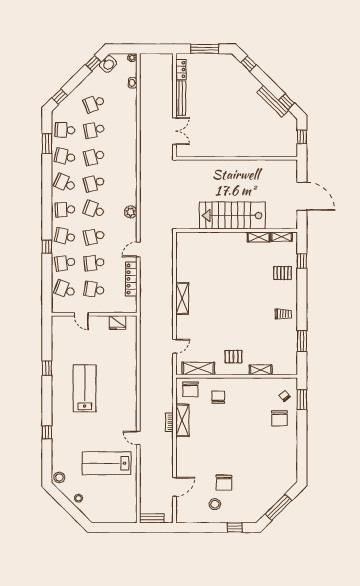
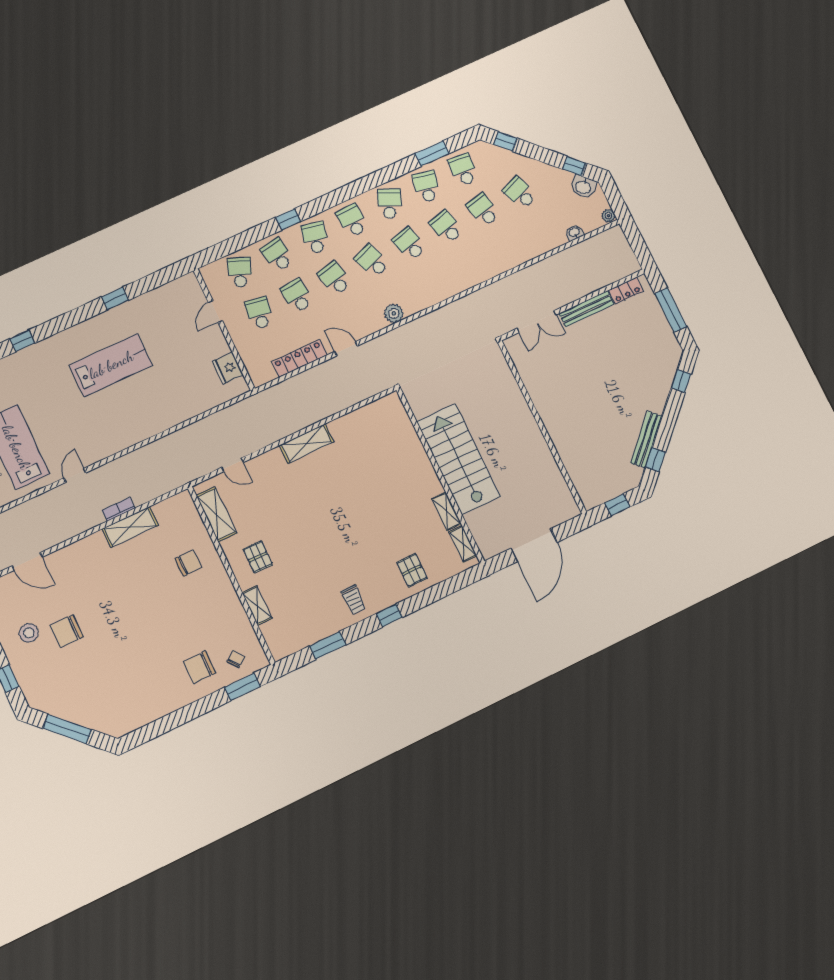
school desk: (94, 210) -> (372, 261), turned -42
window: (302, 261) -> (389, 615), moved
chair: (190, 389) -> (181, 517), removed

